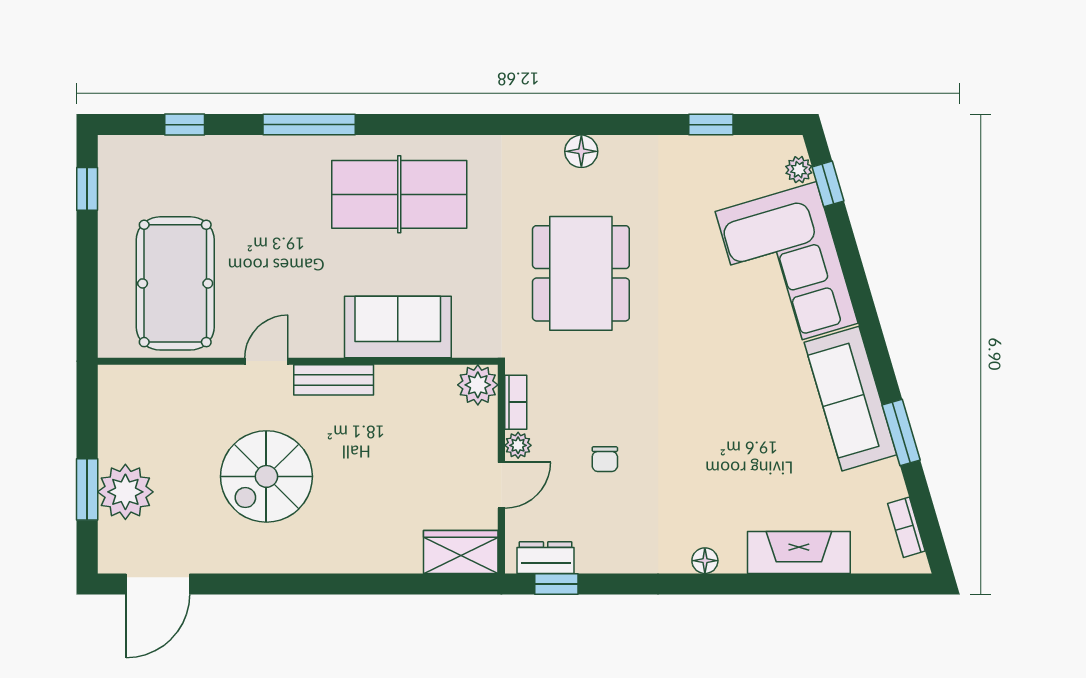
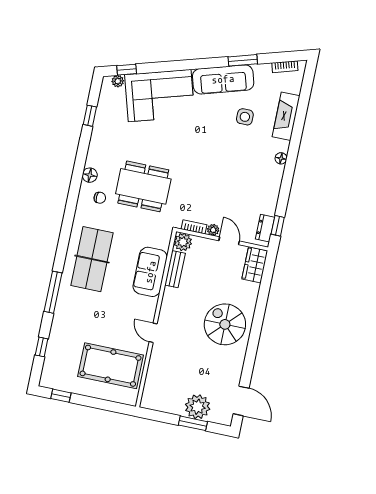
bench: (334, 380) -> (175, 269), moved
chair: (605, 459) -> (100, 198), moved
side table: (779, 463) -> (245, 117), added
spiral stairs: (266, 476) -> (225, 324), moved, turned 180

